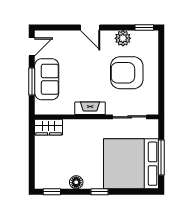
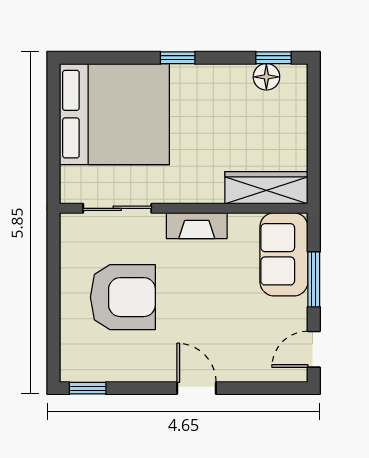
plant: (123, 38) -> (131, 366), removed
sofa: (47, 79) -> (284, 254), moved
wardrobe: (49, 127) -> (266, 188), width x1.50
window: (161, 158) -> (54, 127), removed
floor lamp: (76, 182) -> (266, 77), moved

